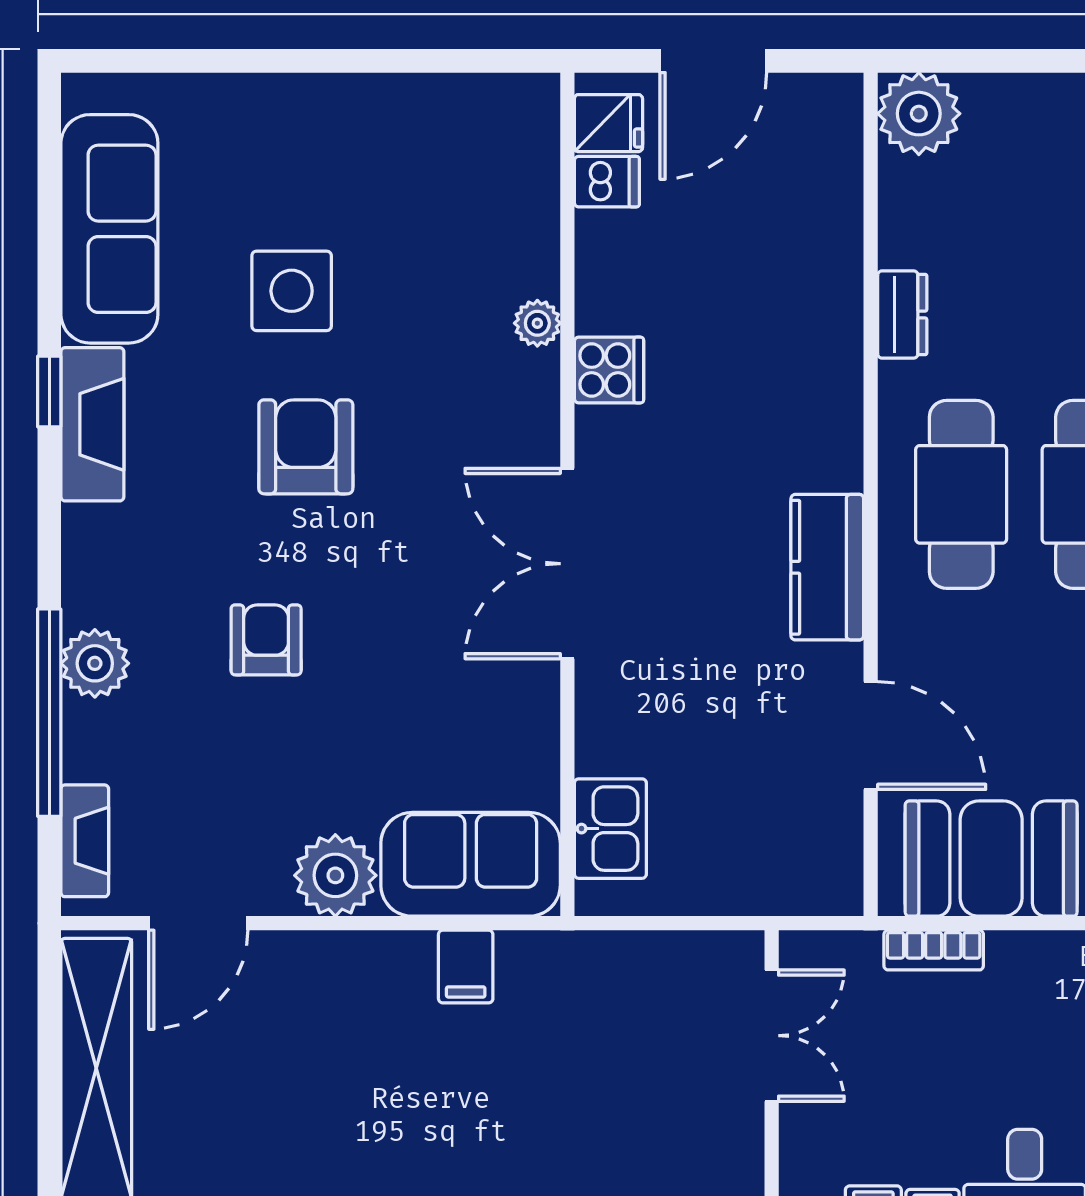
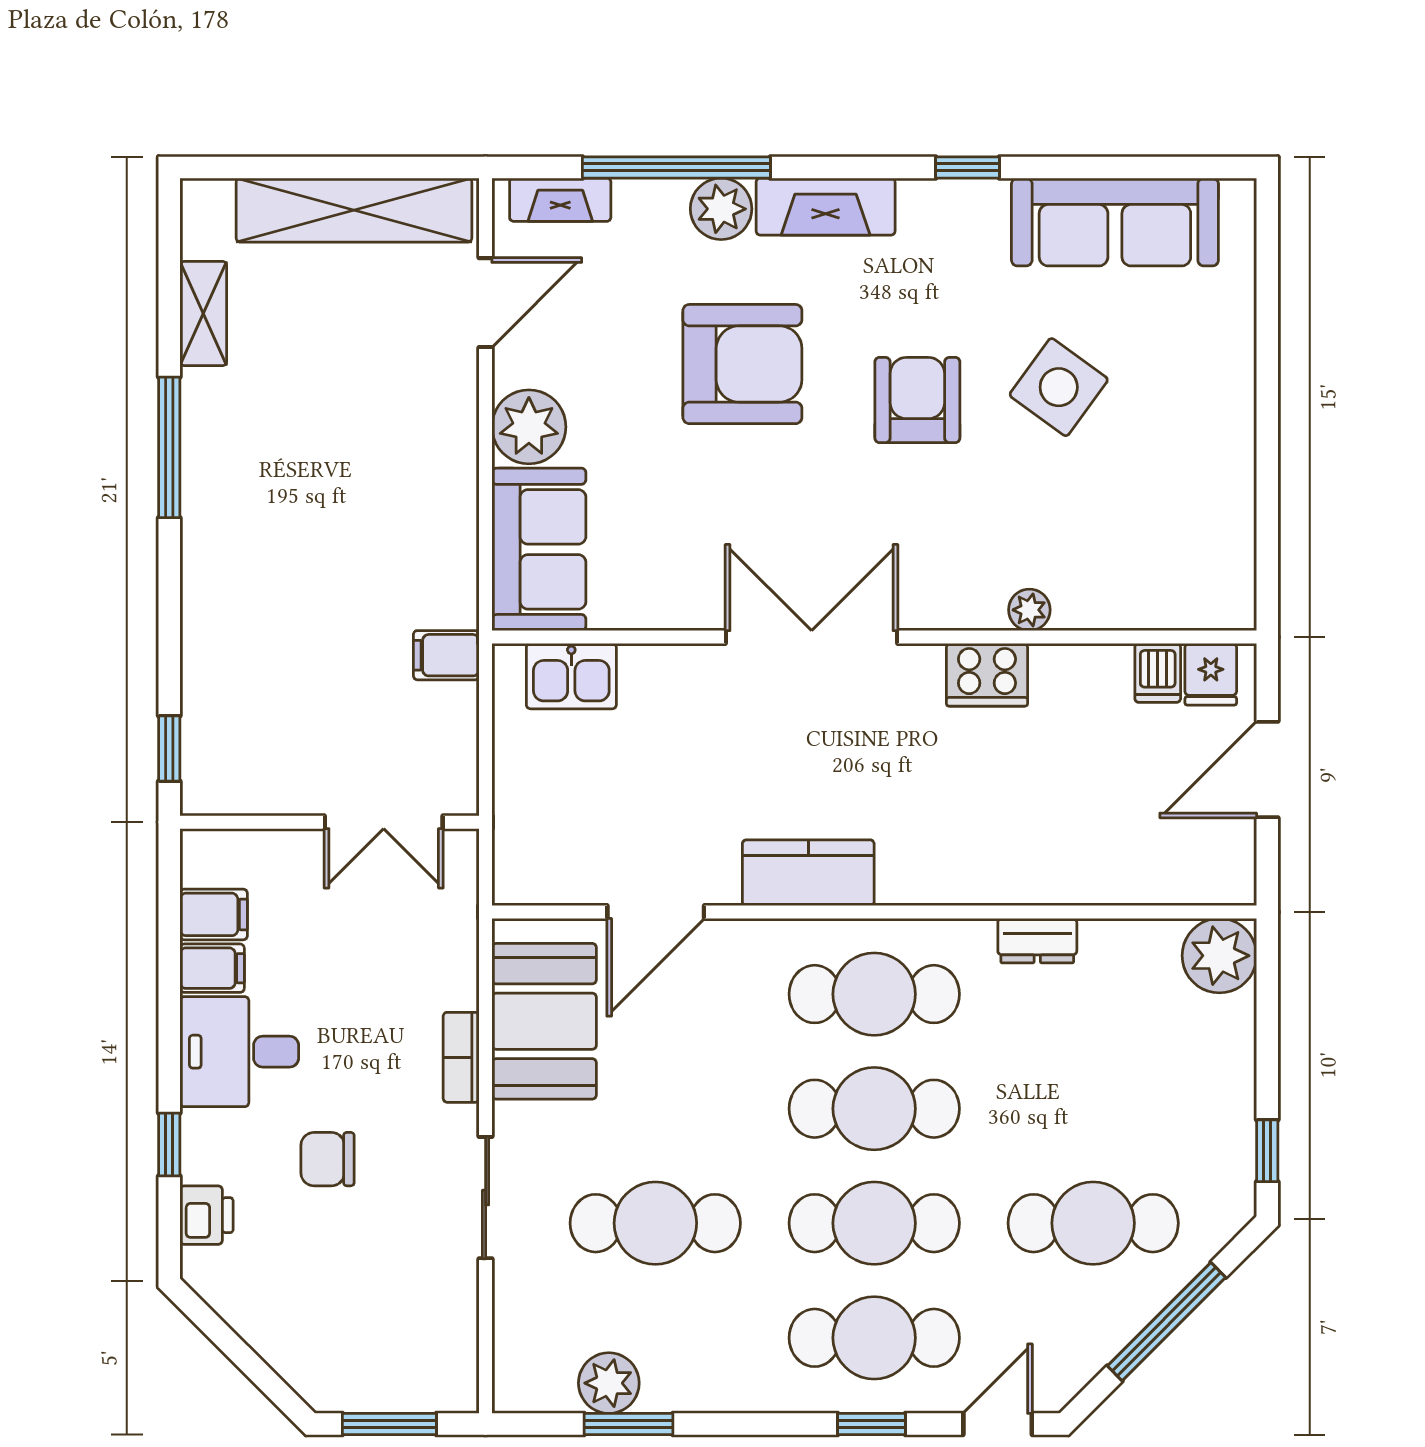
door: (713, 61) -> (1267, 769), hinge flipped
side table: (292, 291) -> (1059, 387), turned 36
cooker: (609, 370) -> (987, 675), width x1.36
fireplace: (92, 424) -> (826, 207), moved
armchair: (306, 447) -> (917, 400), turned -90
armchair: (266, 640) -> (742, 364), width x1.88, depth x1.88
door: (198, 923) -> (486, 303), swing flipped
bookcase: (934, 950) -> (461, 1057), moved
filing cabinet: (466, 967) -> (446, 655), moved

